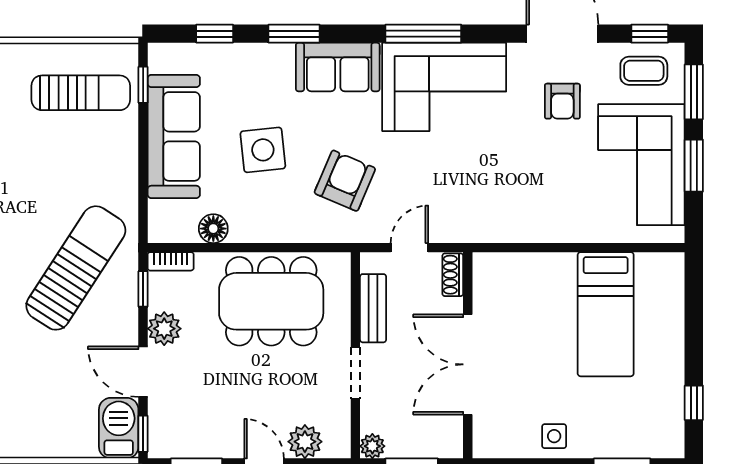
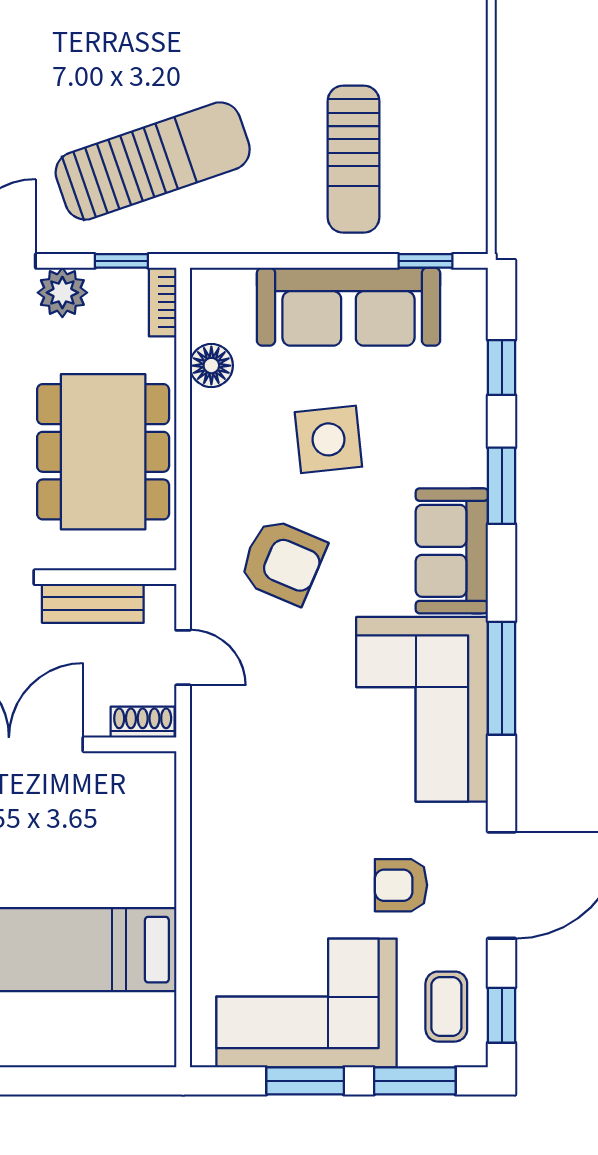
sun lounger: (81, 93) -> (353, 159), moved
sun lounger: (76, 268) -> (153, 161), turned -52

